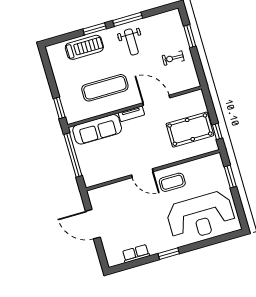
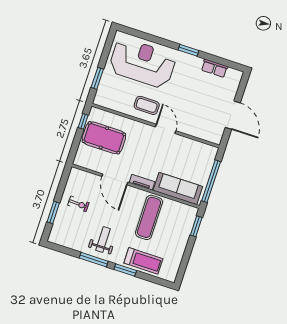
treadmill: (84, 47) -> (143, 261), turned 180
exercise mat: (105, 88) -> (149, 217), turned 90

